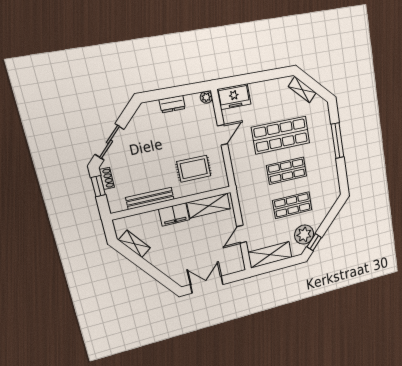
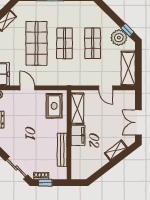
rug: (194, 169) -> (54, 106), moved
shelving: (134, 244) -> (116, 150), moved

